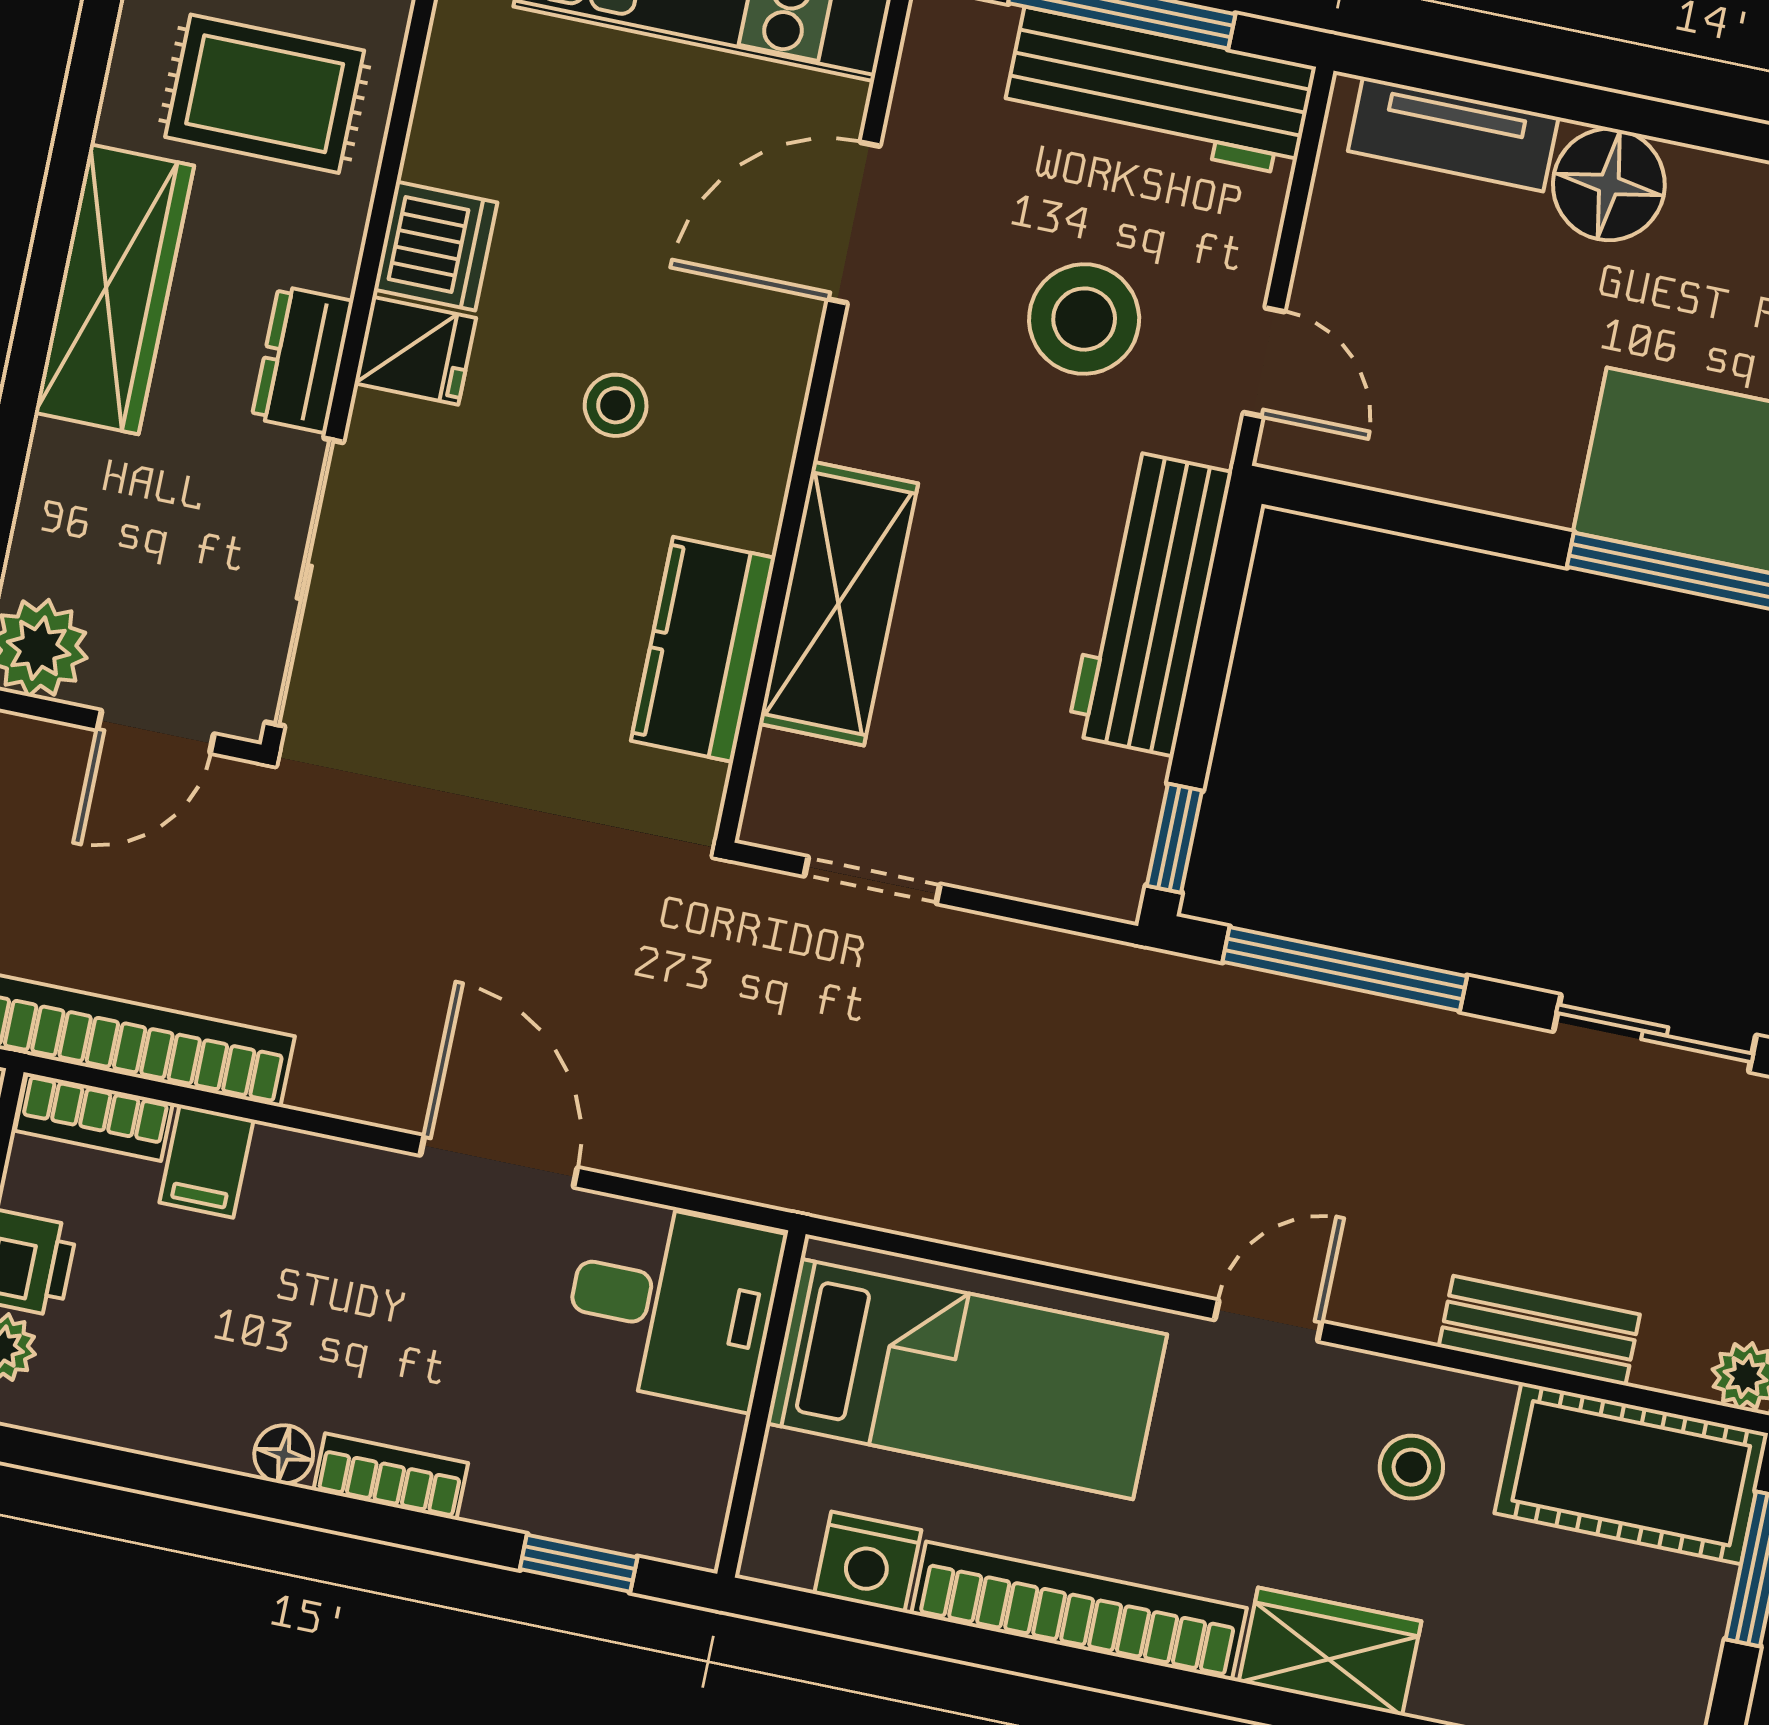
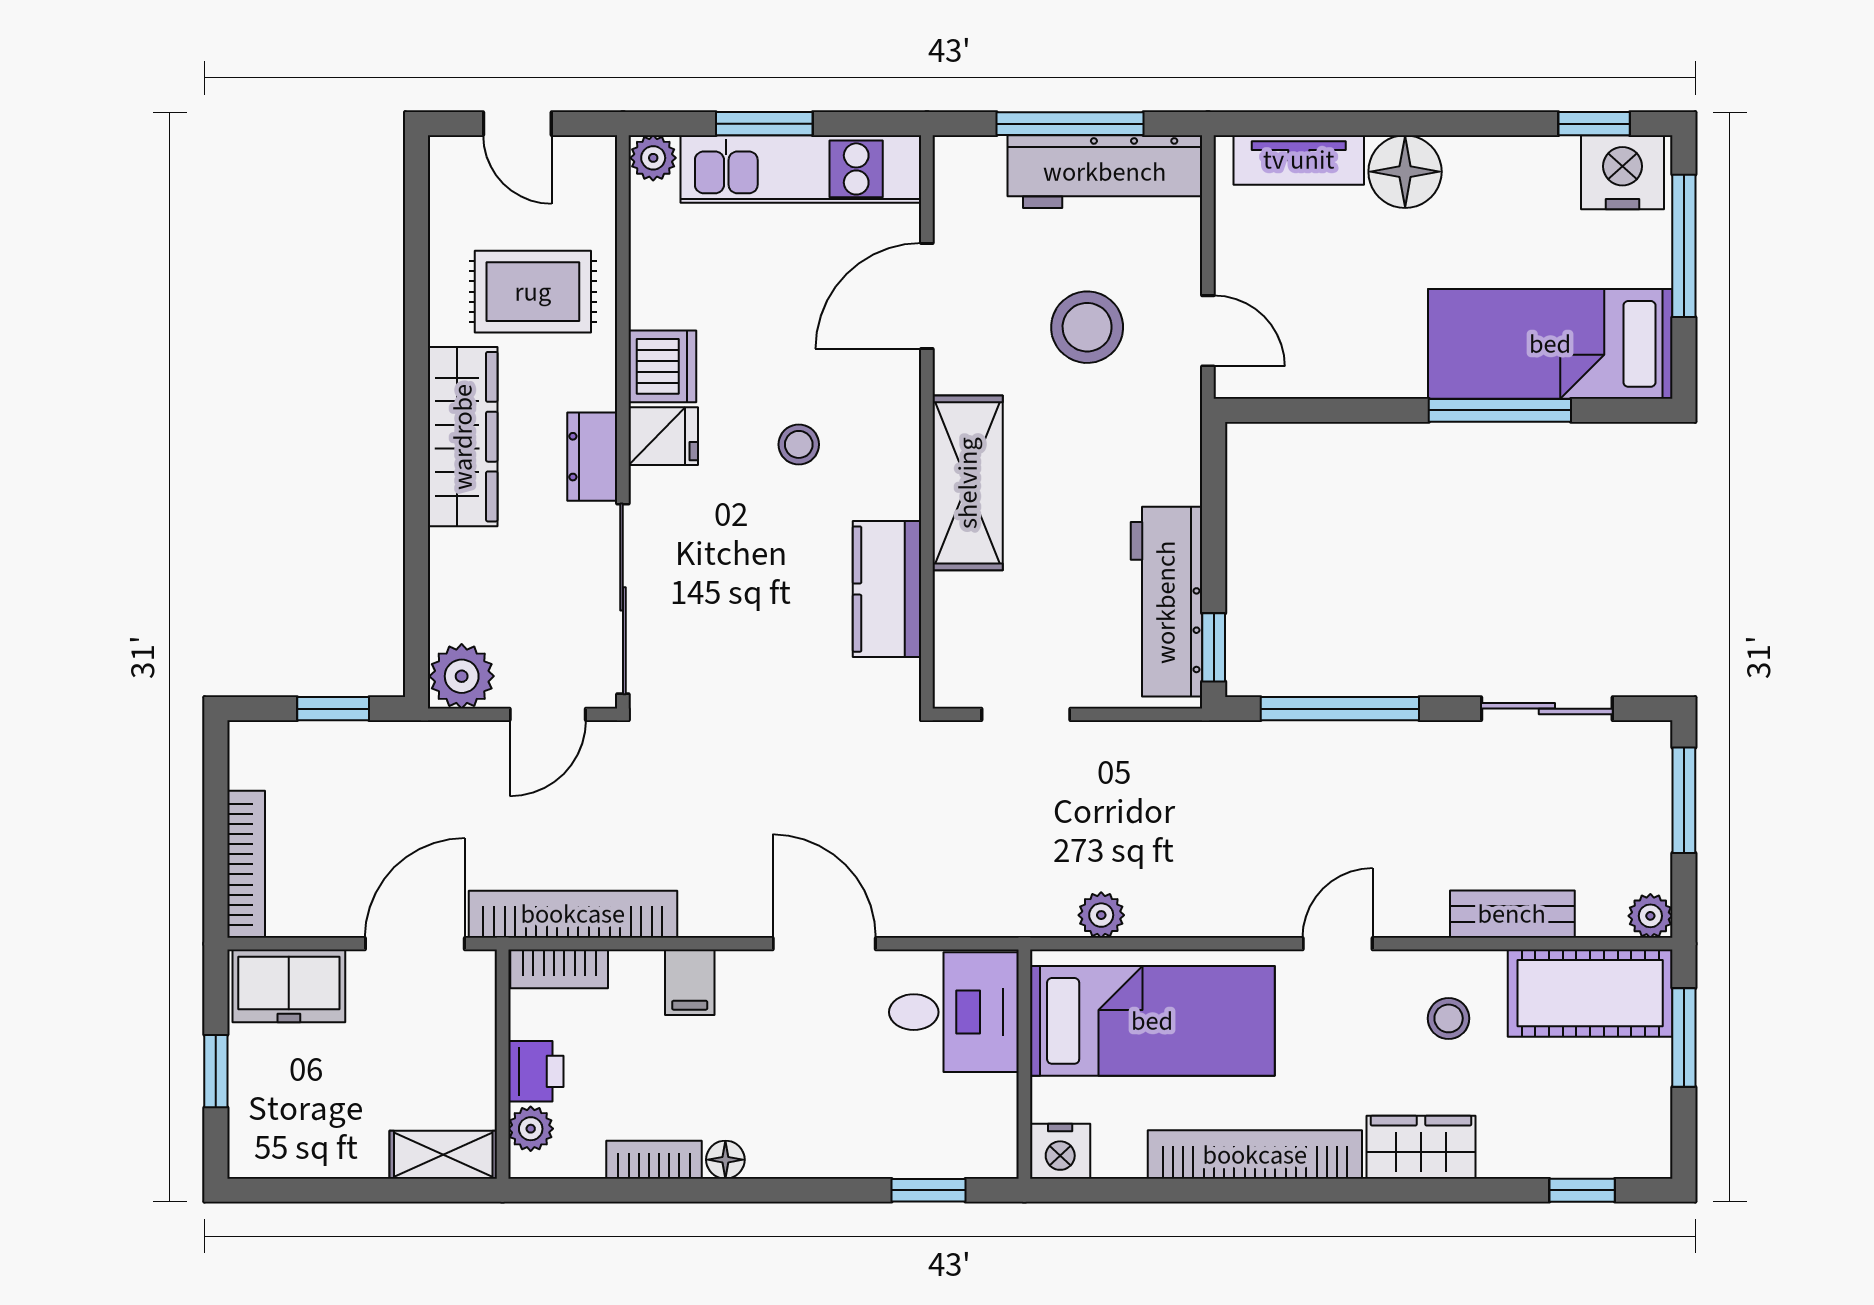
workbench: (1149, 603) -> (1166, 602), moved
shelving: (839, 604) -> (968, 483), moved
filing cabinet: (206, 1161) -> (690, 982), moved
plant: (923, 1204) -> (1101, 915), added
bookcase: (391, 1477) -> (654, 1160), moved
nightstand: (868, 1562) -> (1060, 1151), moved

